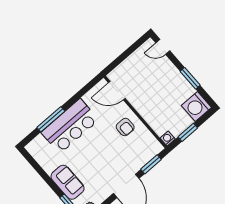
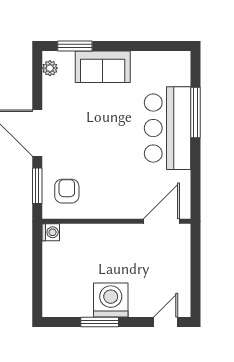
washing machine: (196, 107) -> (111, 300), moved
armchair: (125, 127) -> (67, 191), moved, turned 90
window: (188, 132) -> (37, 263), removed

